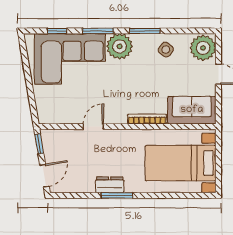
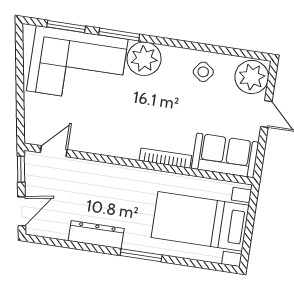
window: (57, 31) -> (66, 27), width x1.50
window: (145, 31) -> (180, 44), removed
door: (93, 127) -> (54, 151), moved
dresser: (110, 185) -> (96, 235), width x1.44
window: (117, 195) -> (141, 255), moved

